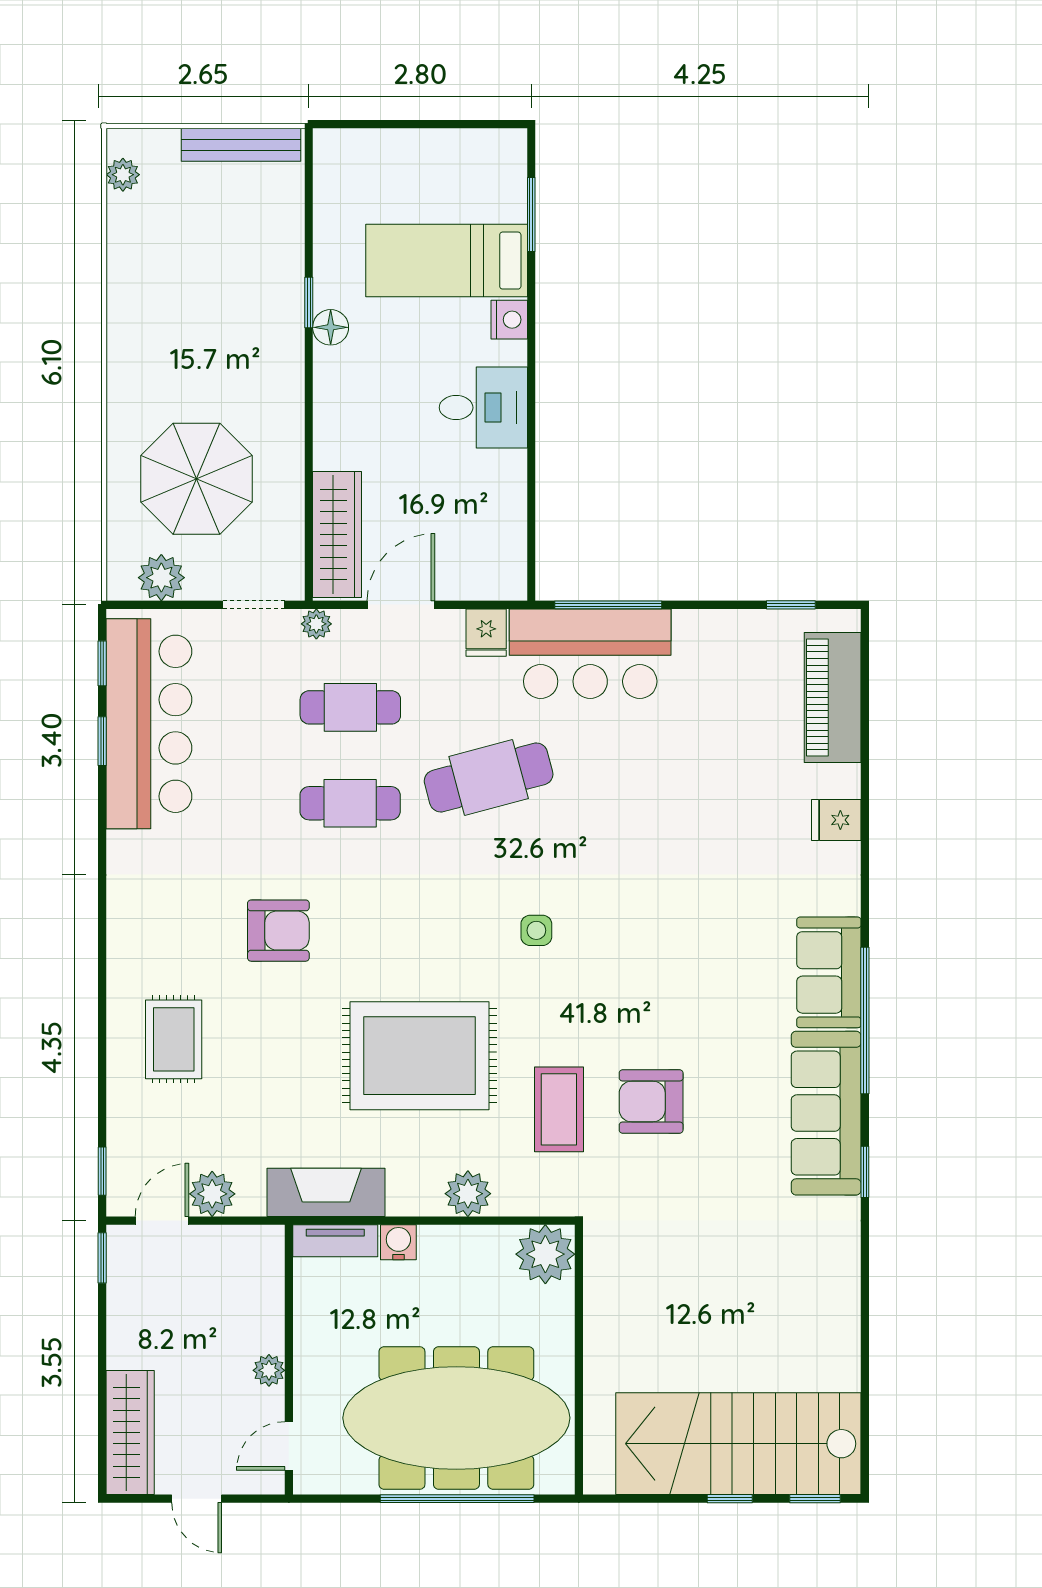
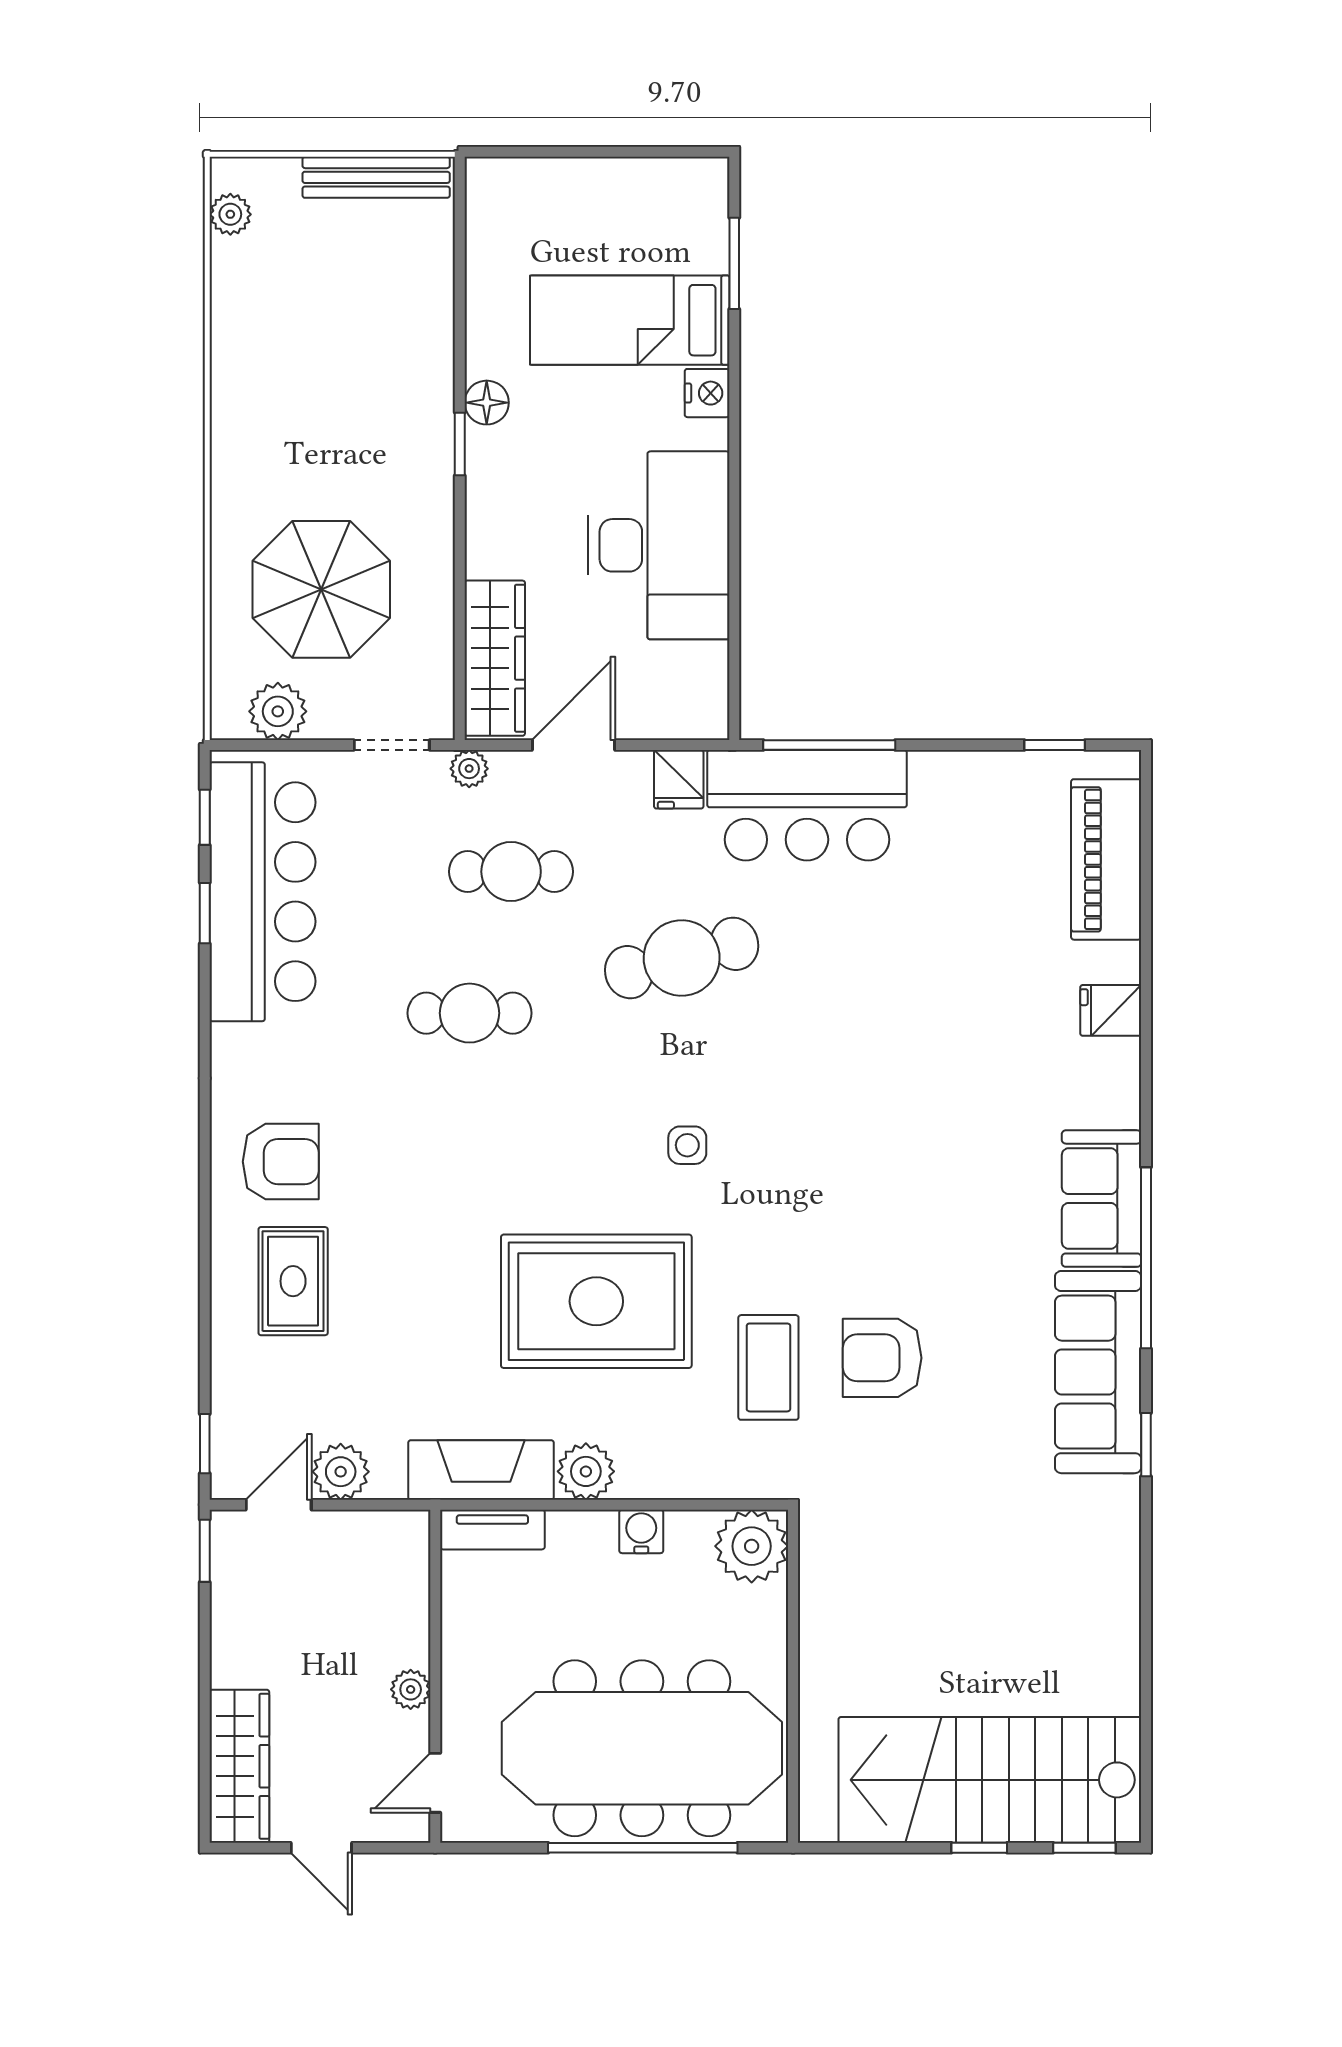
window: (309, 302) -> (460, 444), moved
desk: (483, 408) -> (659, 545), width x1.87, depth x1.30
cafe table: (350, 803) -> (470, 1013), moved
side table: (536, 930) -> (687, 1145), moved
armchair: (278, 931) -> (281, 1162), moved
plant: (468, 1194) -> (586, 1471), moved
water cooler: (398, 1242) -> (641, 1531), moved

